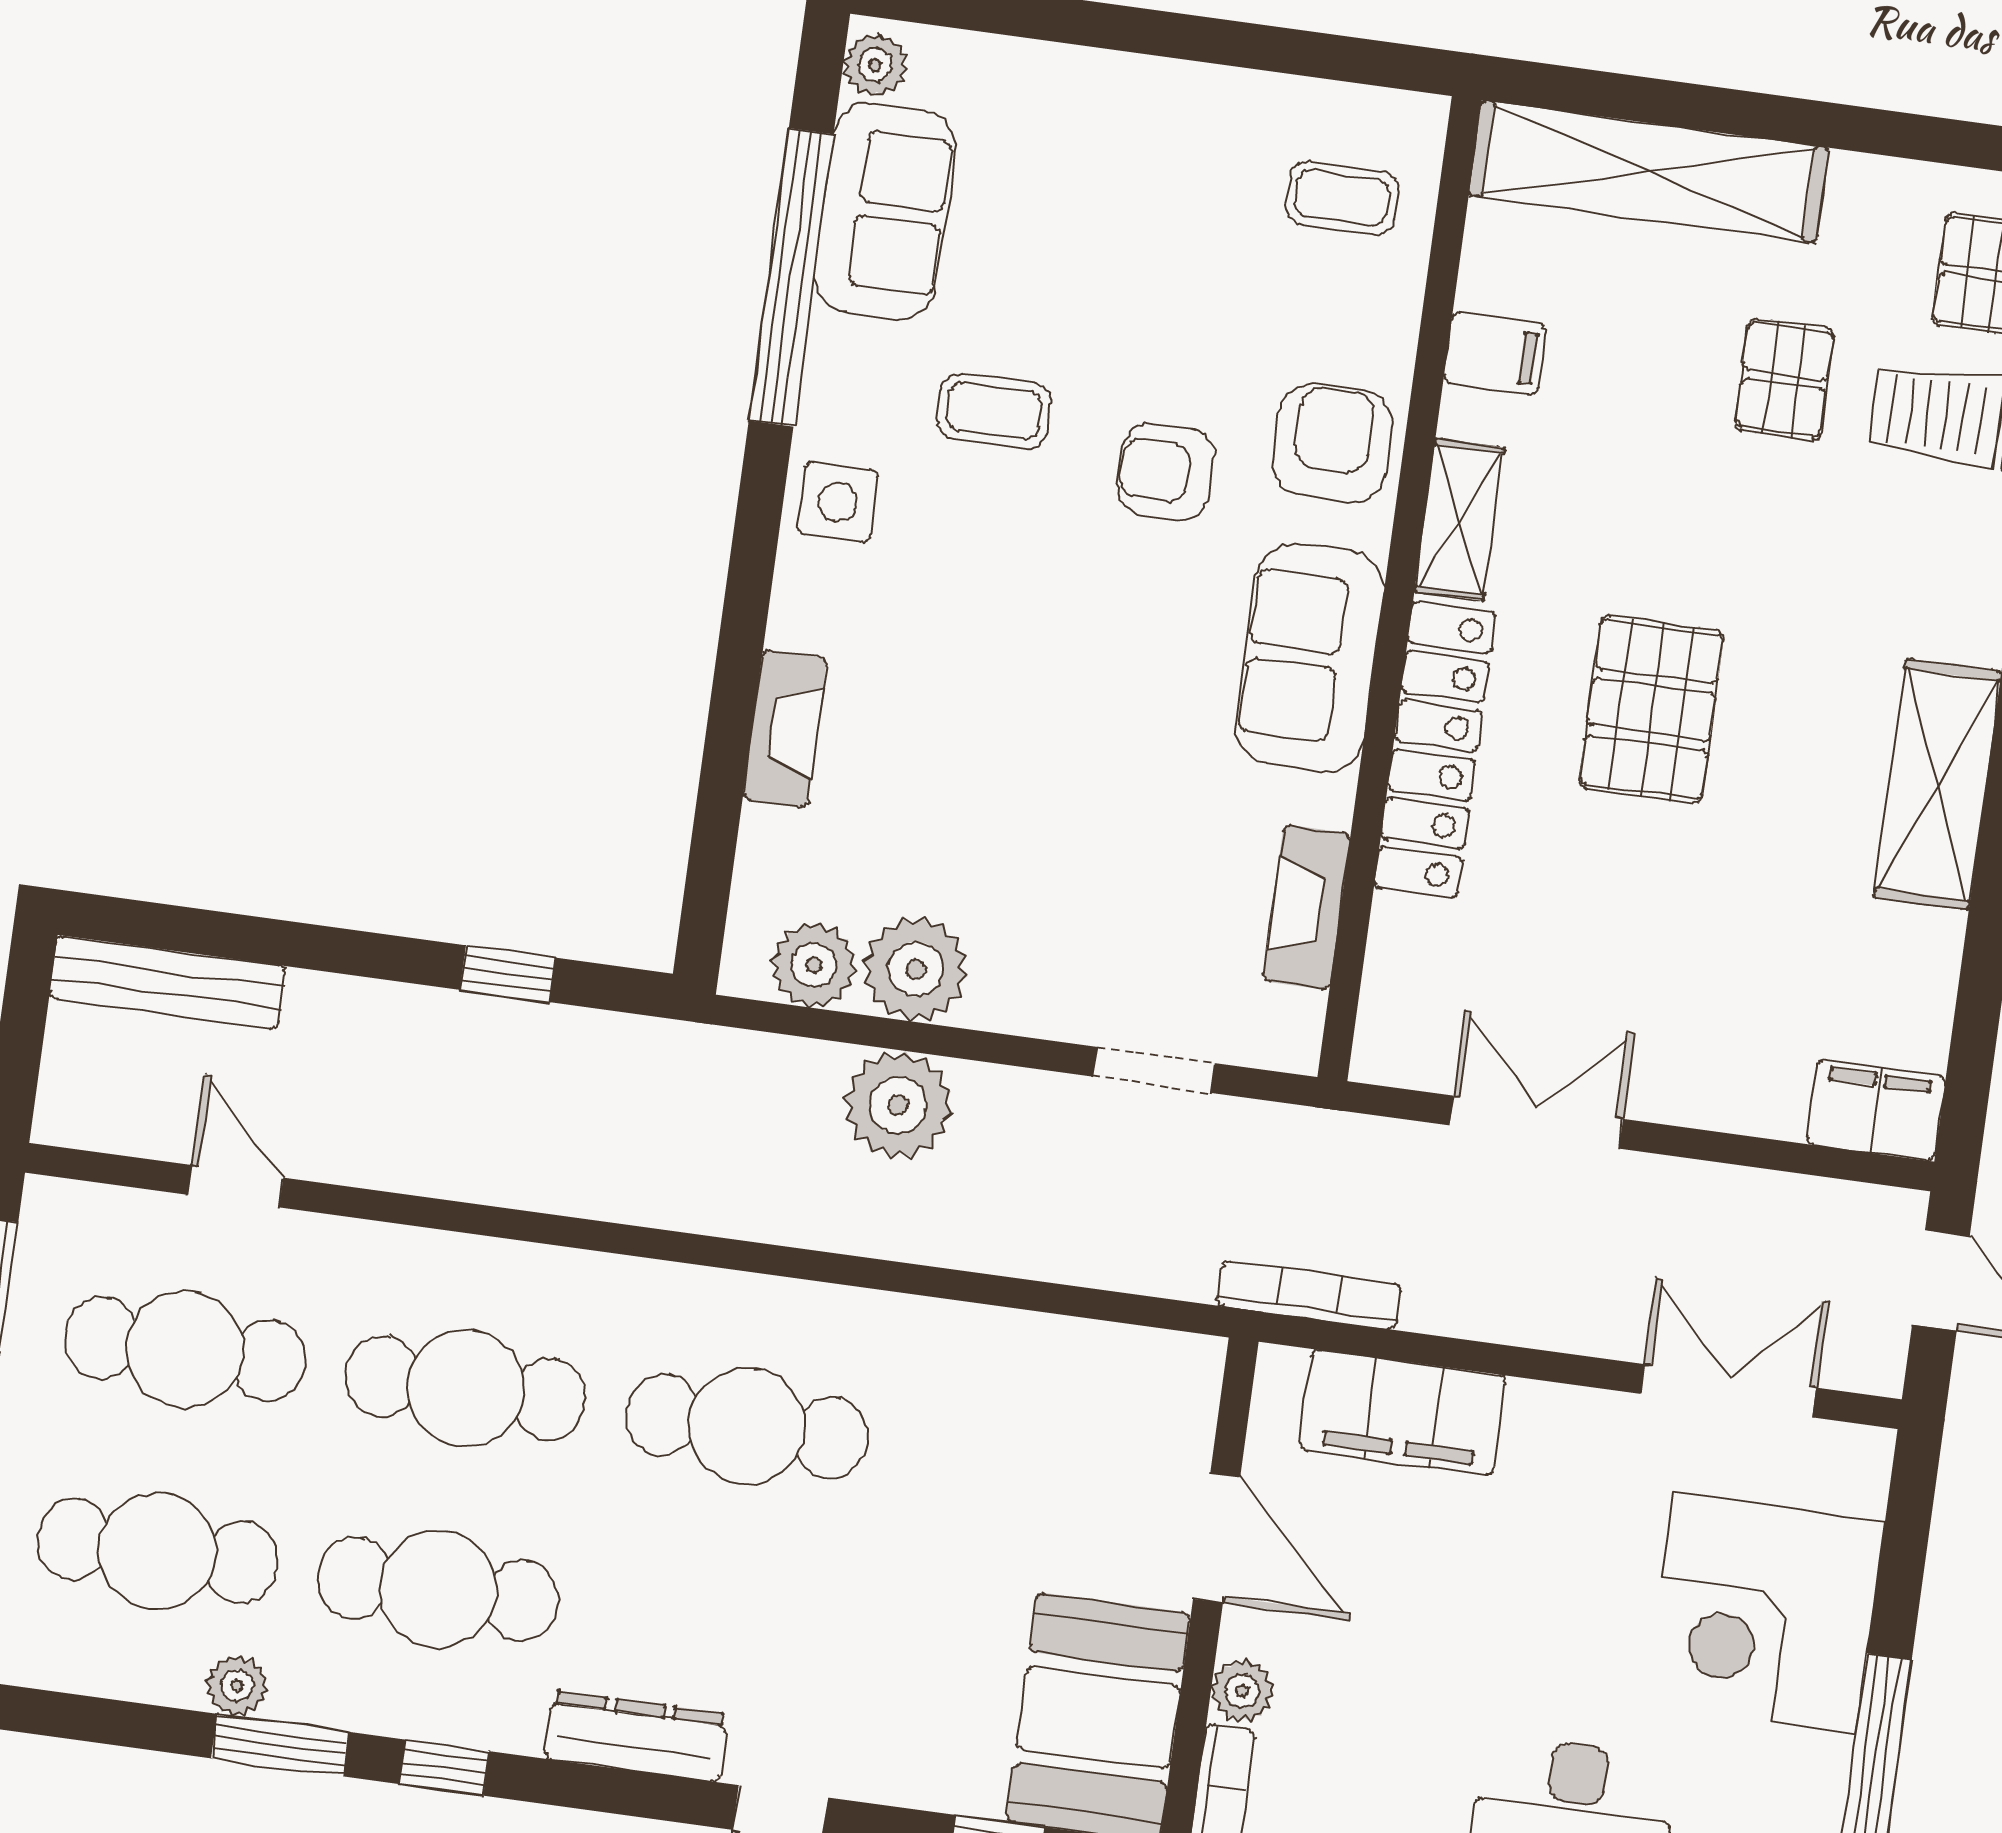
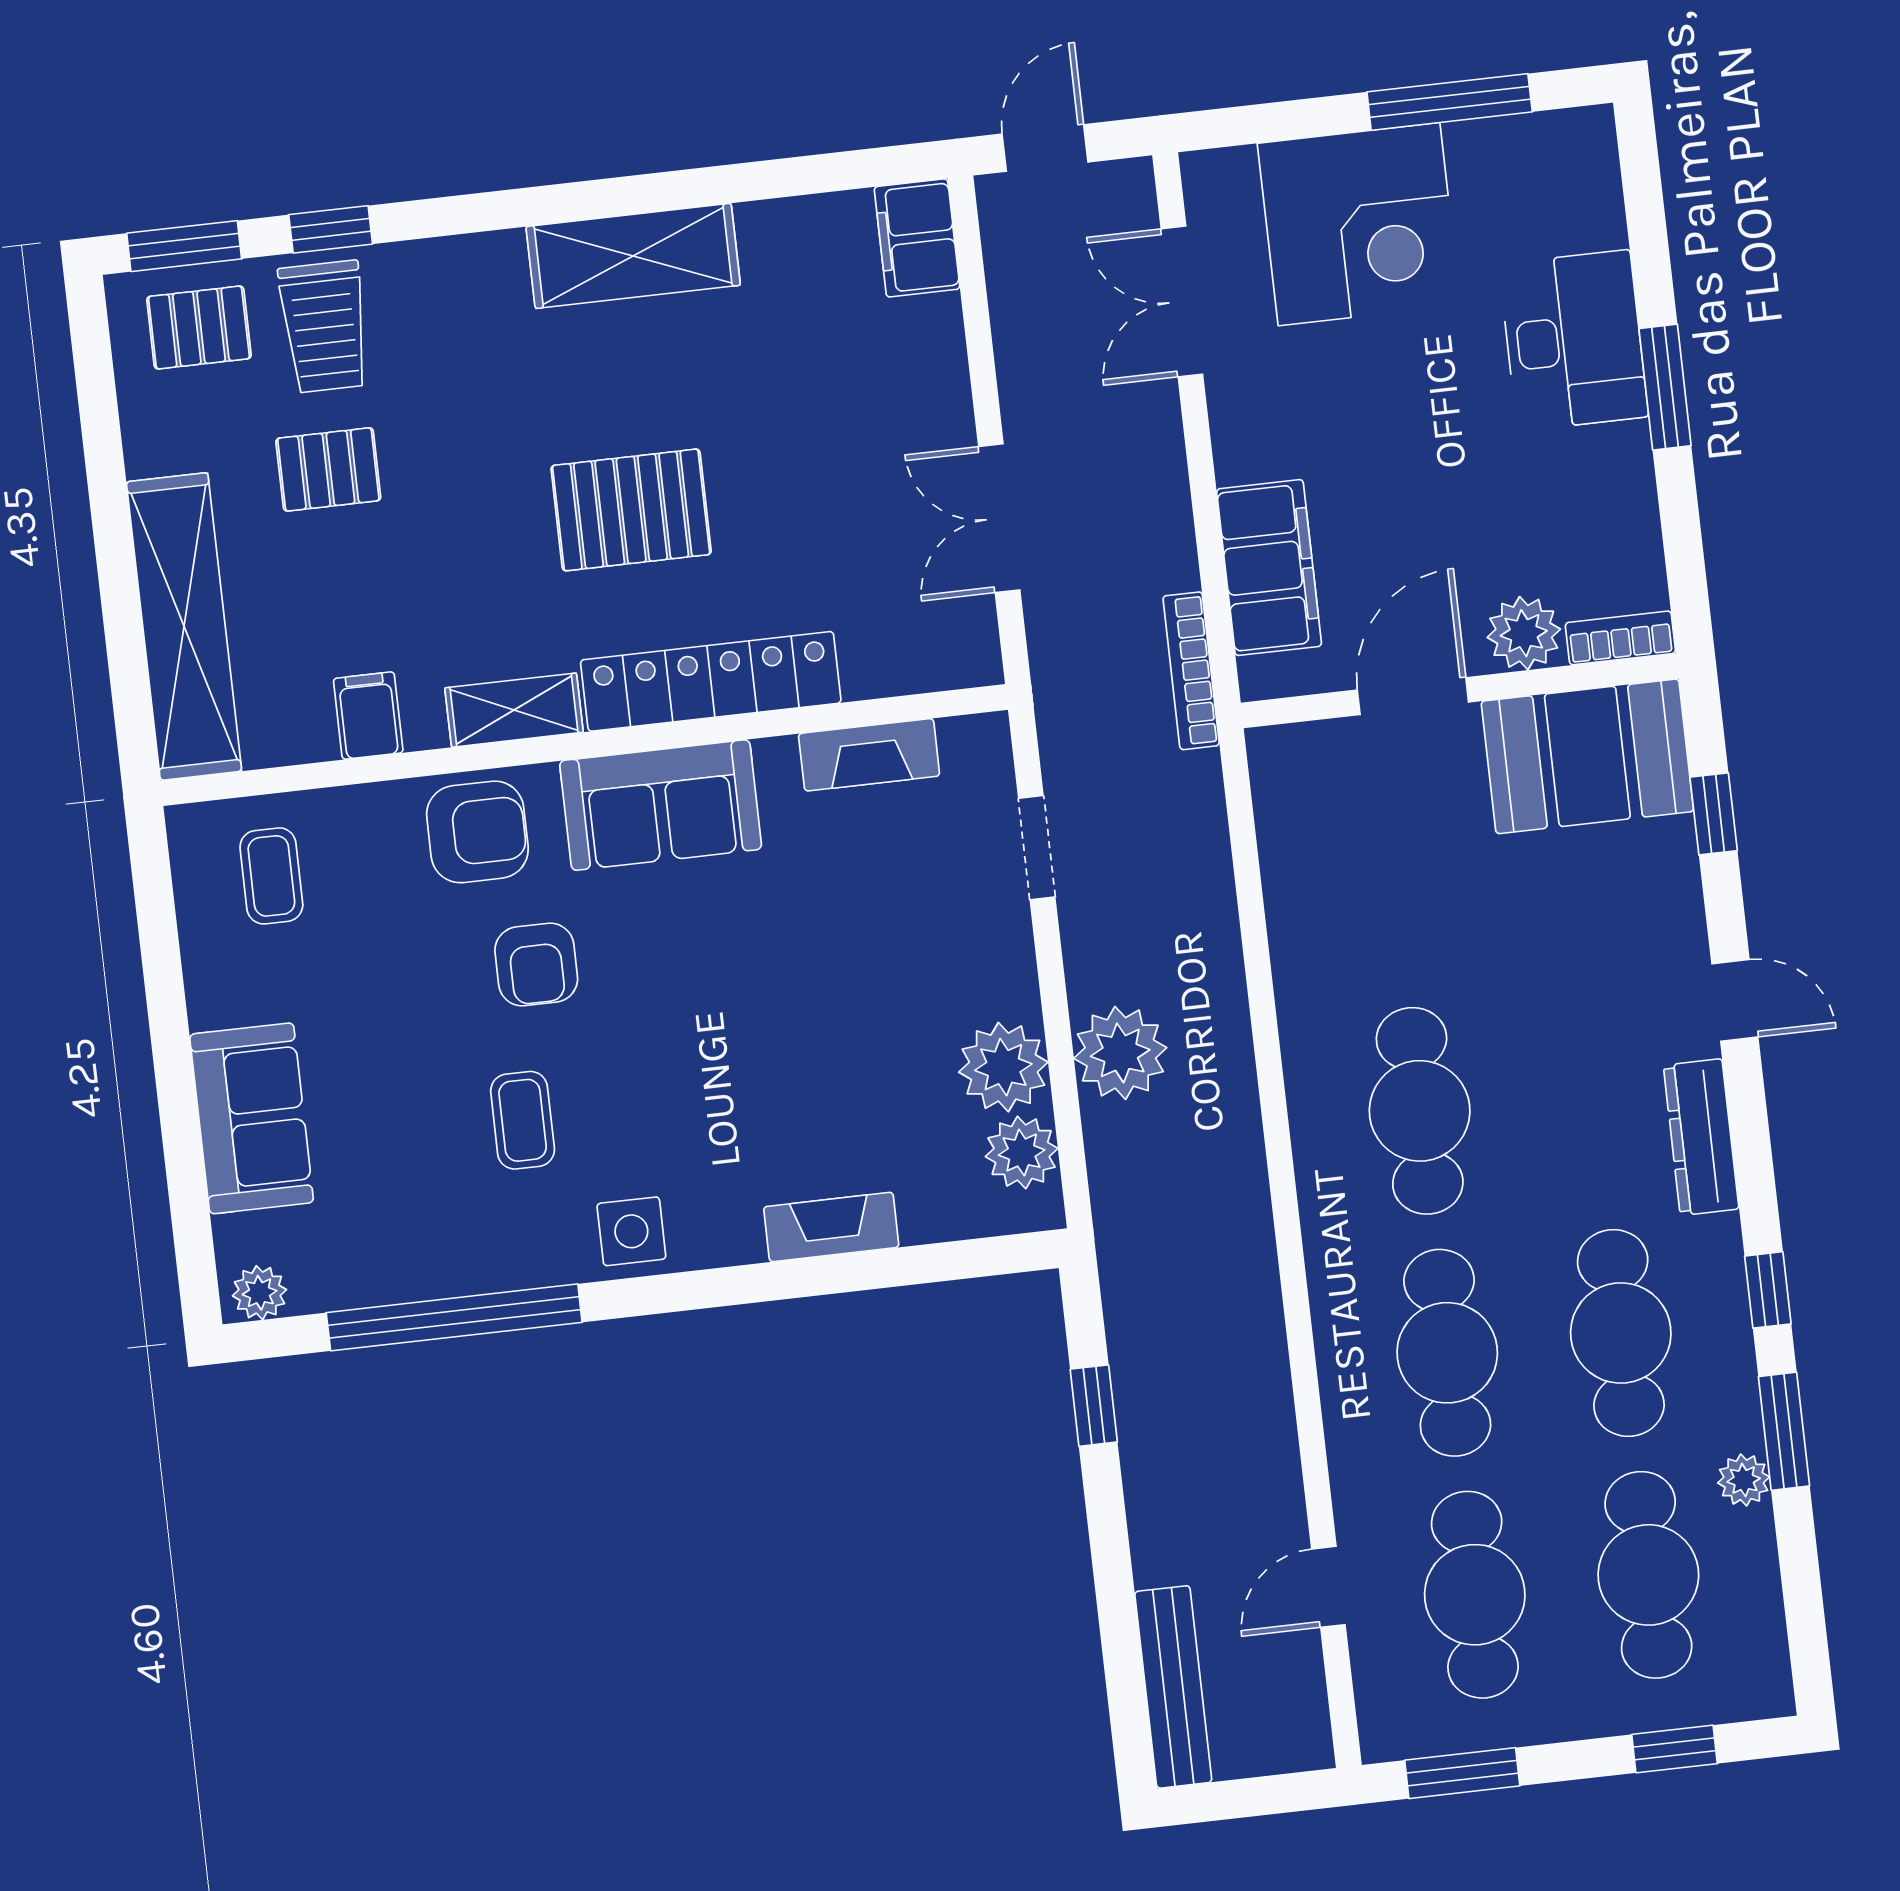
sofa: (885, 211) -> (252, 1118), moved, turned 90
armchair: (1332, 443) -> (477, 832), turned 180
plant: (1242, 1691) -> (1524, 633), width x1.38, depth x1.38

